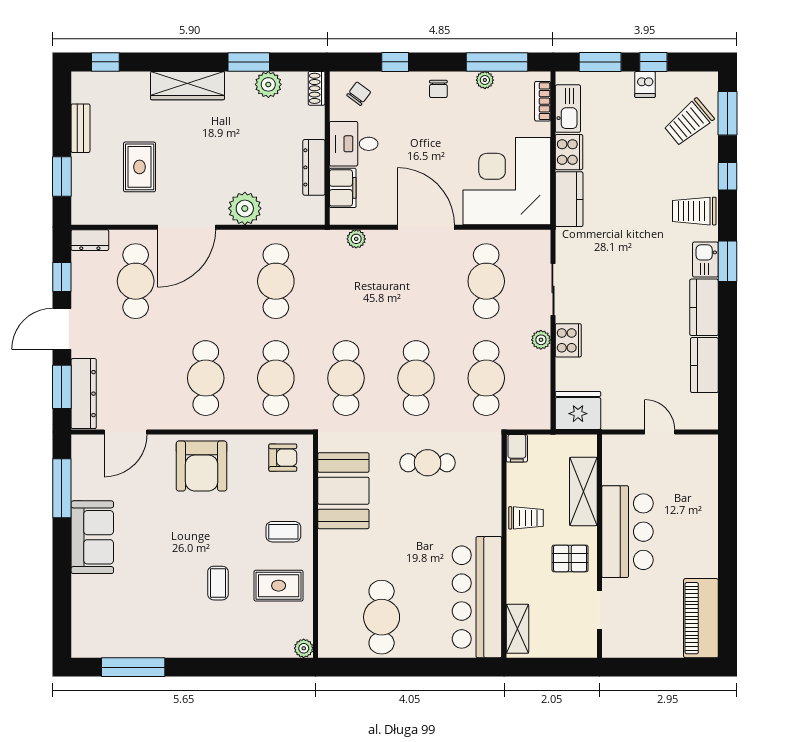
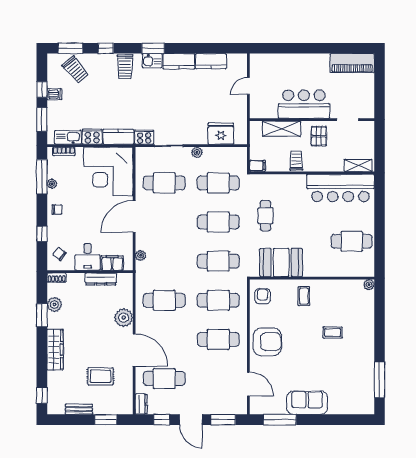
cooker: (568, 340) -> (144, 137), moved
dresser: (84, 394) -> (227, 407), removed
fridge: (578, 410) -> (221, 134), moved, turned 90
rug: (279, 586) -> (334, 299), removed

